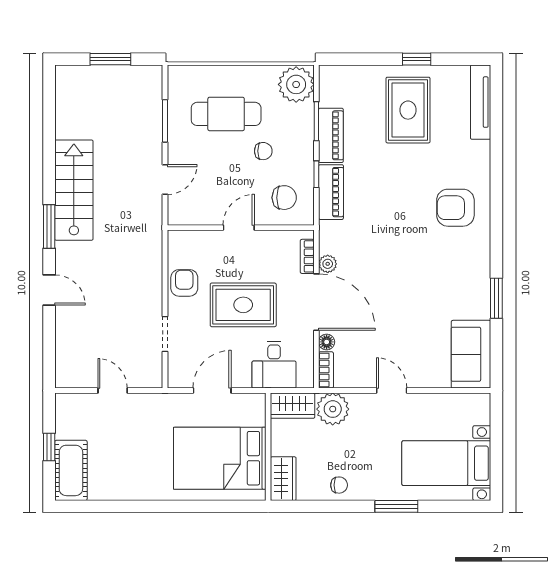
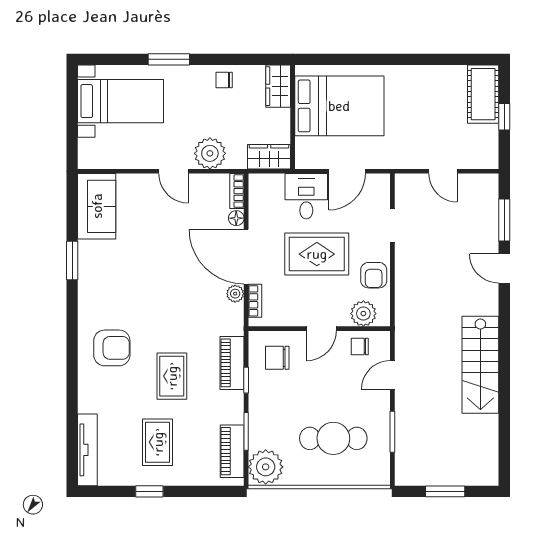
rug: (408, 110) -> (158, 442), width x0.73, depth x0.70
piano: (331, 135) -> (232, 451), moved
chair: (263, 151) -> (360, 346), moved
rug: (393, 178) -> (172, 376), added
window: (49, 227) -> (504, 220), moved
plant: (195, 243) -> (363, 314), added
desk: (274, 365) -> (306, 196), moved
plant: (333, 409) -> (210, 153), moved

